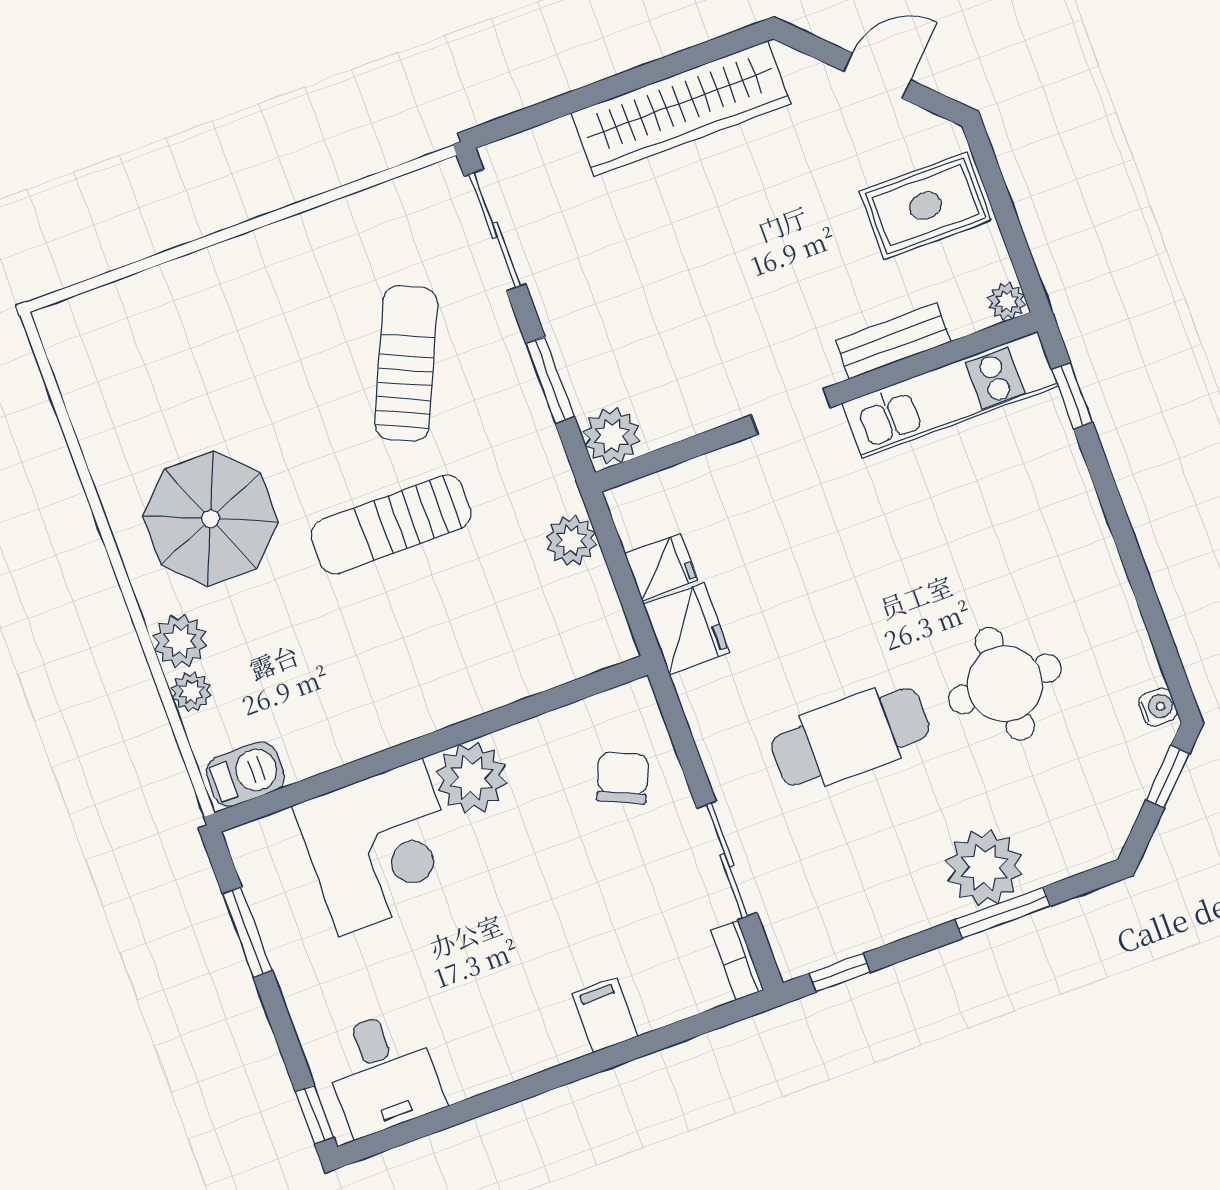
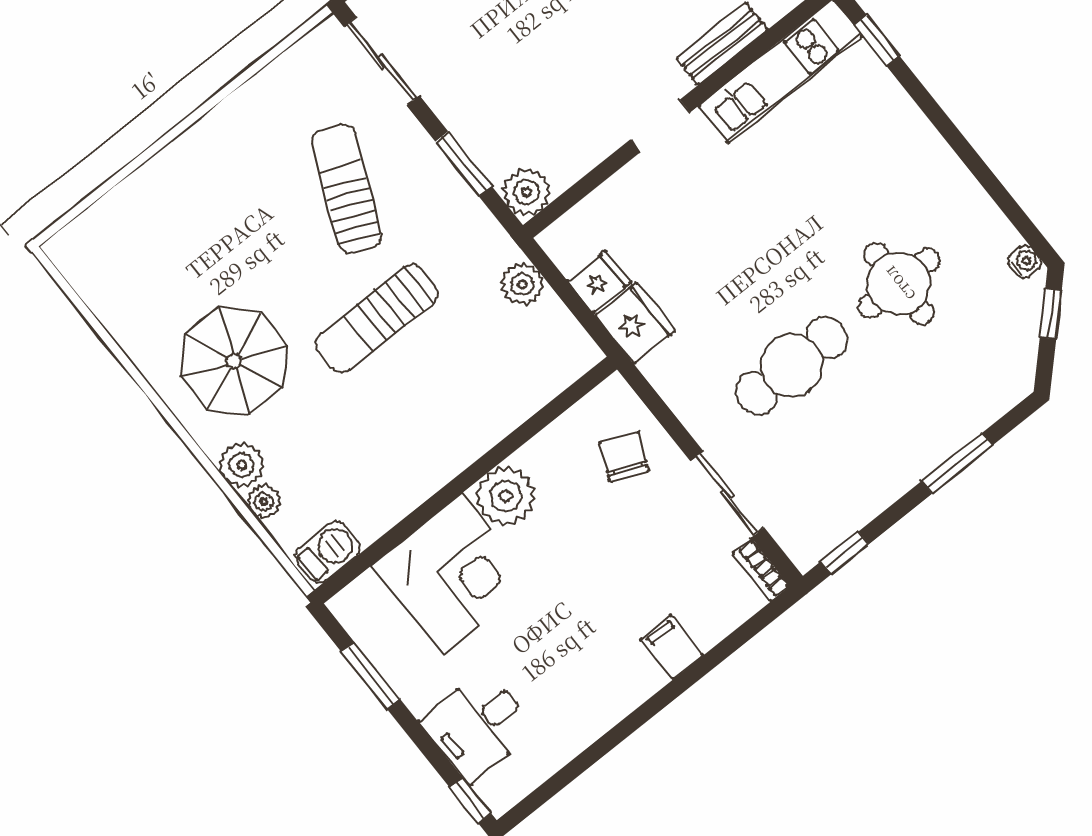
plant: (984, 867) -> (931, 433), removed
desk: (383, 1073) -> (478, 726), moved, turned 90

